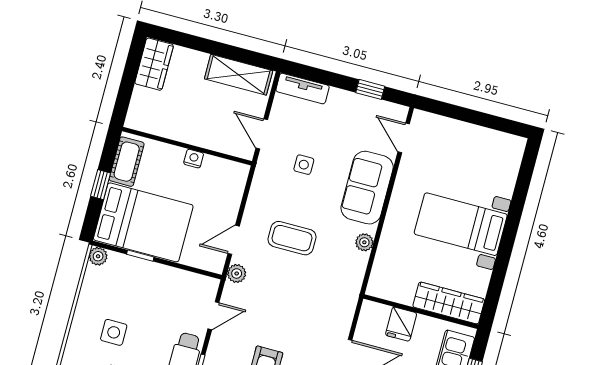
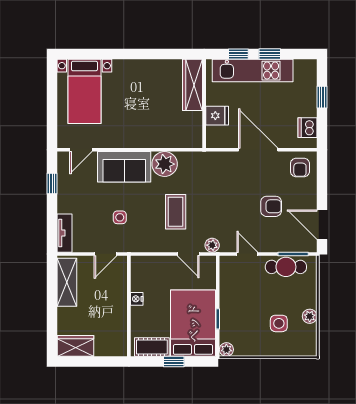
bed with nightstands: (461, 224) -> (84, 91), moved
plant: (364, 242) -> (165, 164), width x1.87, depth x1.87

